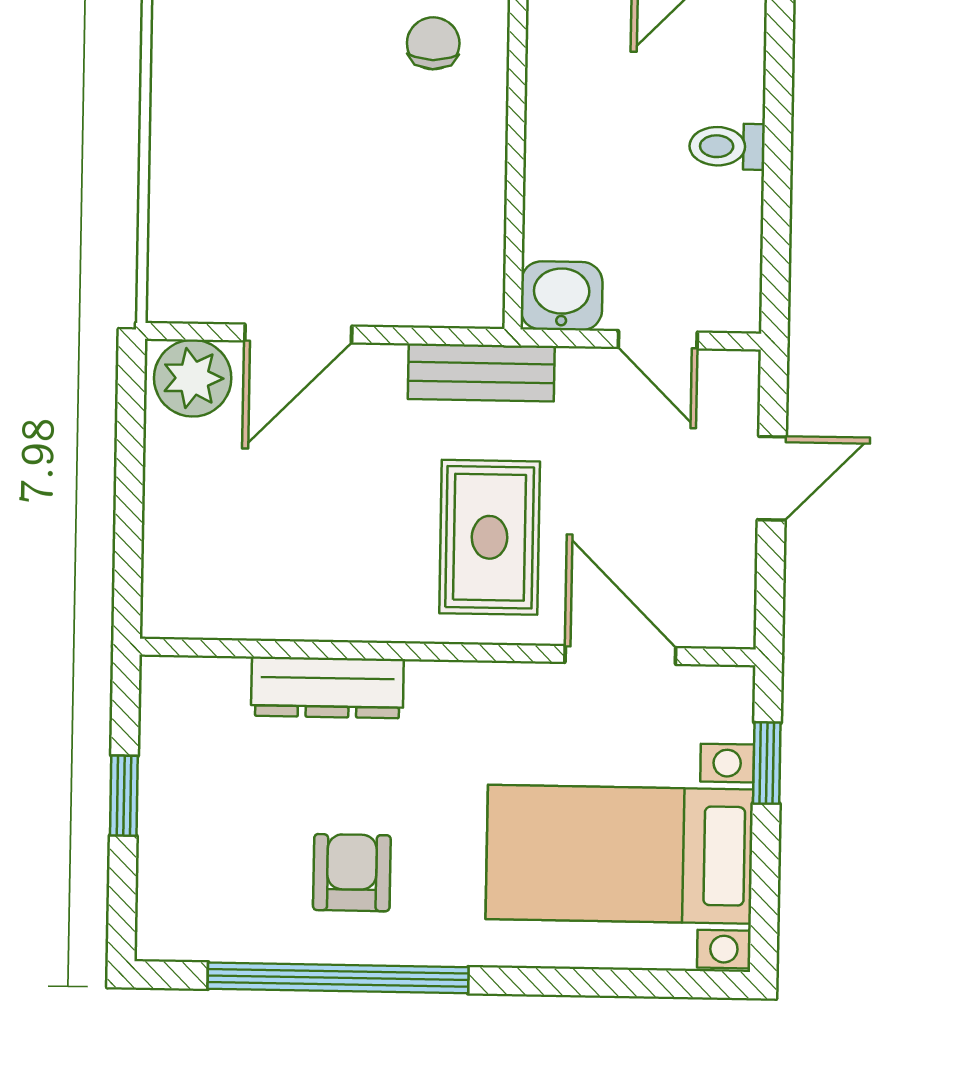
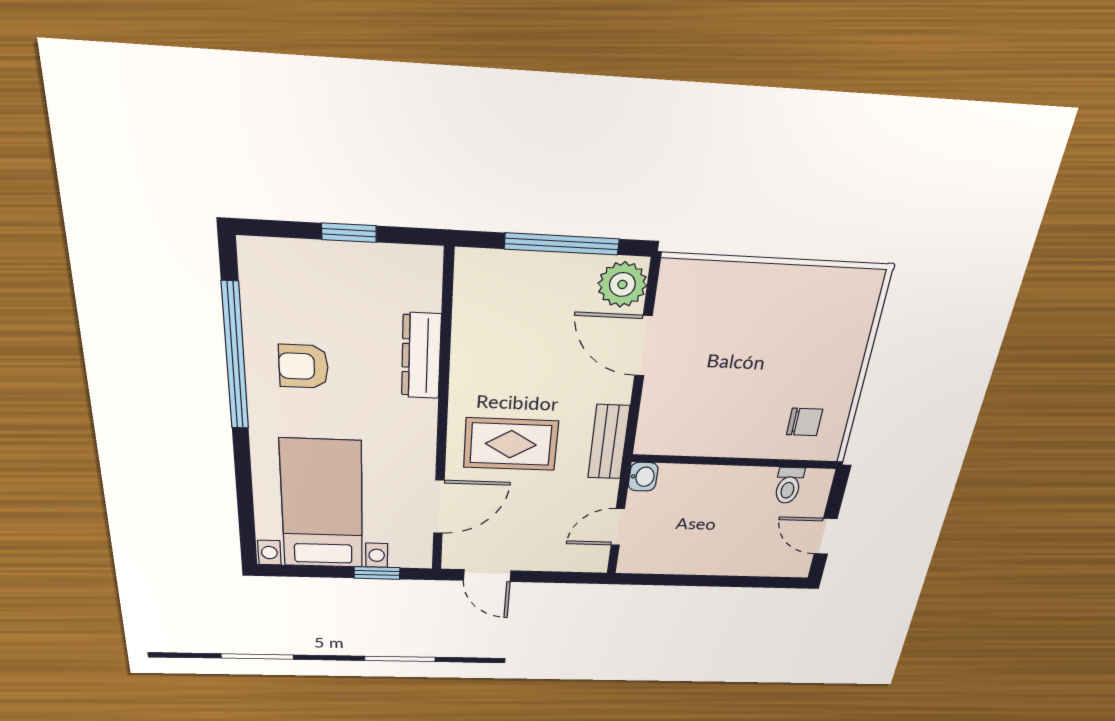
toilet: (727, 146) -> (789, 485), moved, turned 180
washbasin: (562, 296) -> (643, 477), width x0.72, depth x0.69
window: (129, 477) -> (562, 244), added
door: (772, 478) -> (487, 576), moved
armchair: (352, 873) -> (304, 366), turned 180

